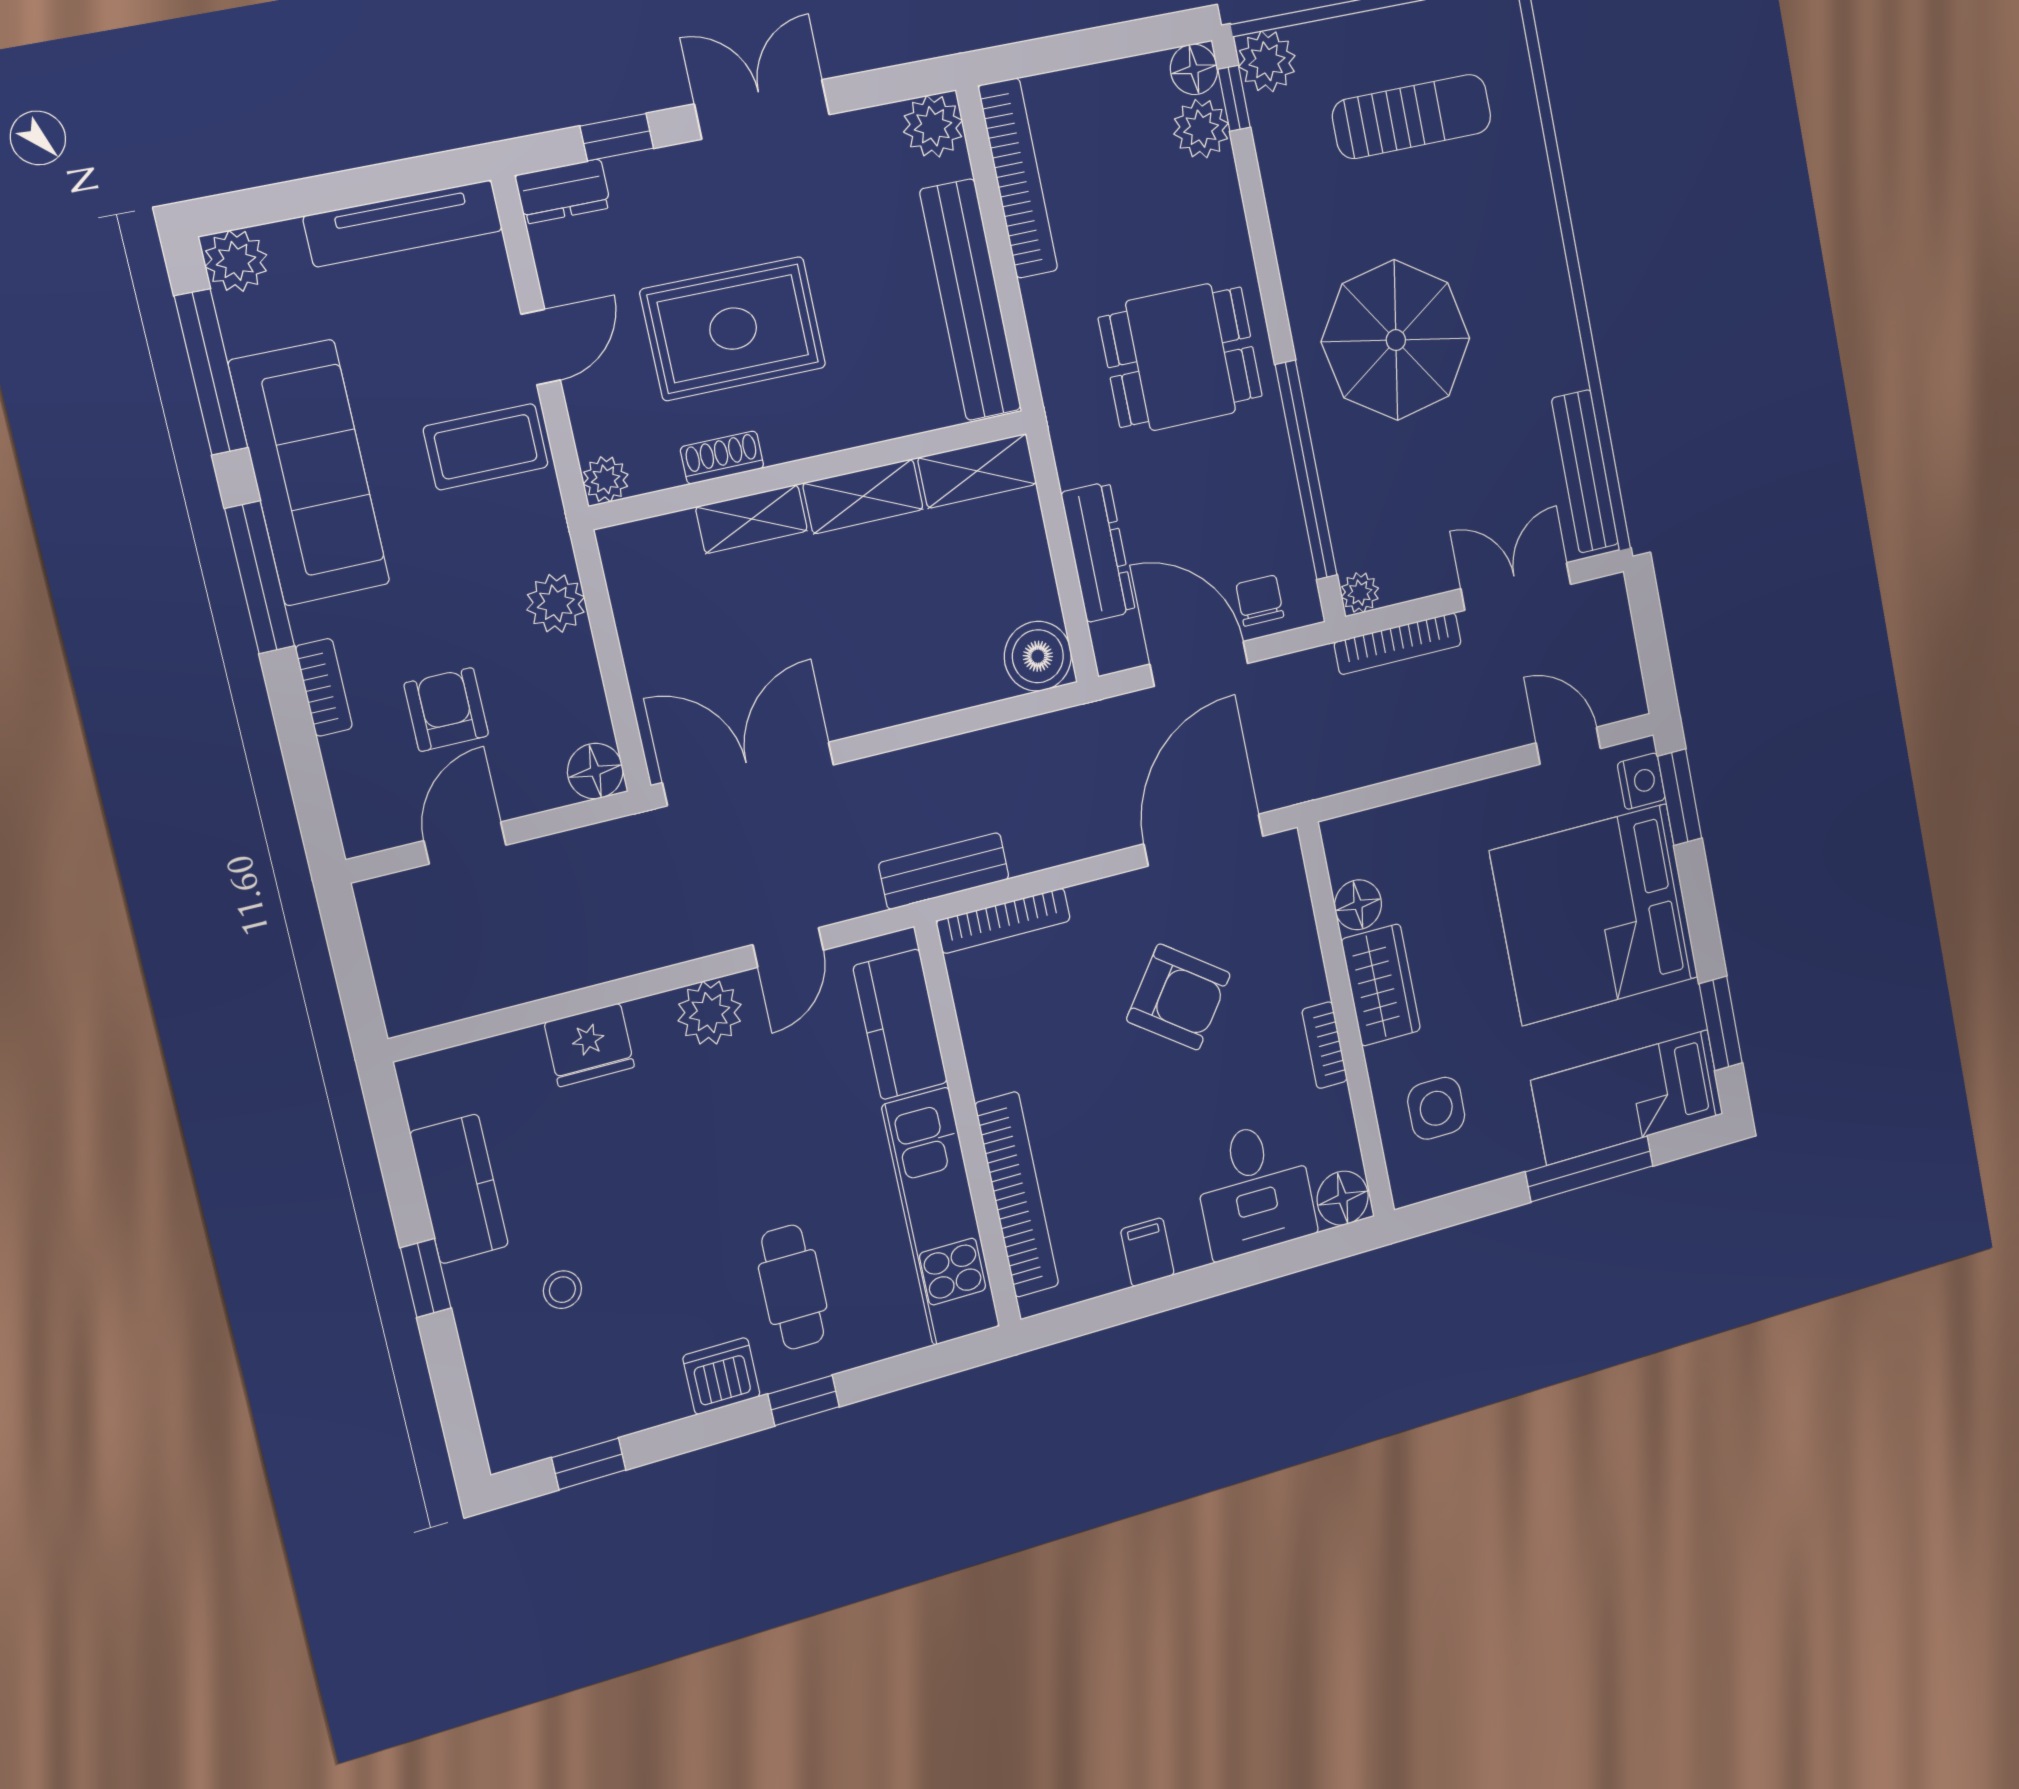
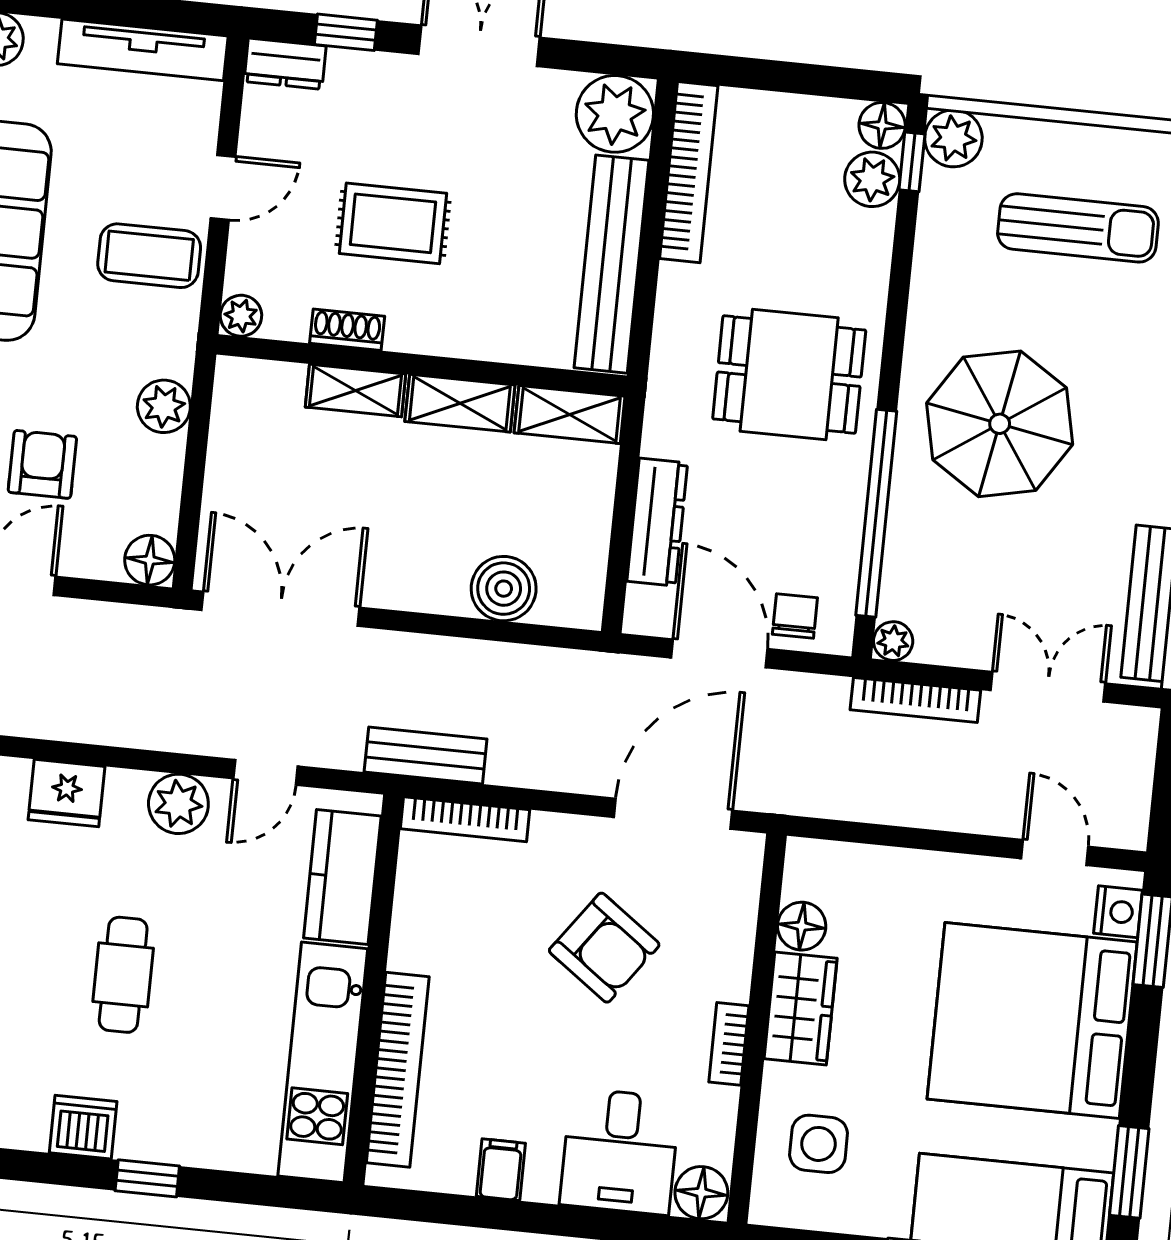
plant: (933, 126) -> (615, 114), width x1.36, depth x1.36
rug: (733, 329) -> (393, 223), width x0.73, depth x0.70
boiler: (1038, 656) -> (504, 589), moved
cafe table: (793, 1287) -> (123, 975), moved

